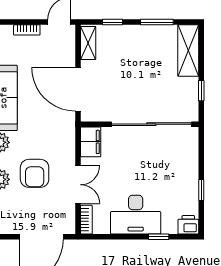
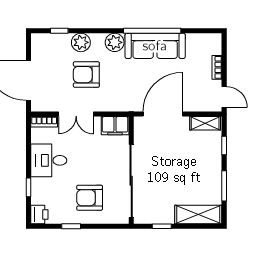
armchair: (170, 170) -> (90, 198), added
desk: (136, 215) -> (49, 160), width x0.73

